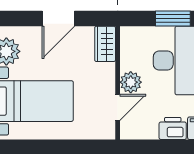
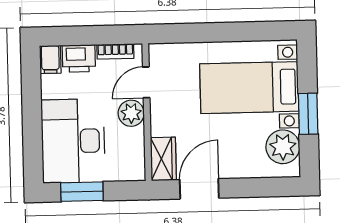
door: (58, 19) -> (199, 189), moved
bookcase: (142, 134) -> (115, 51), added

